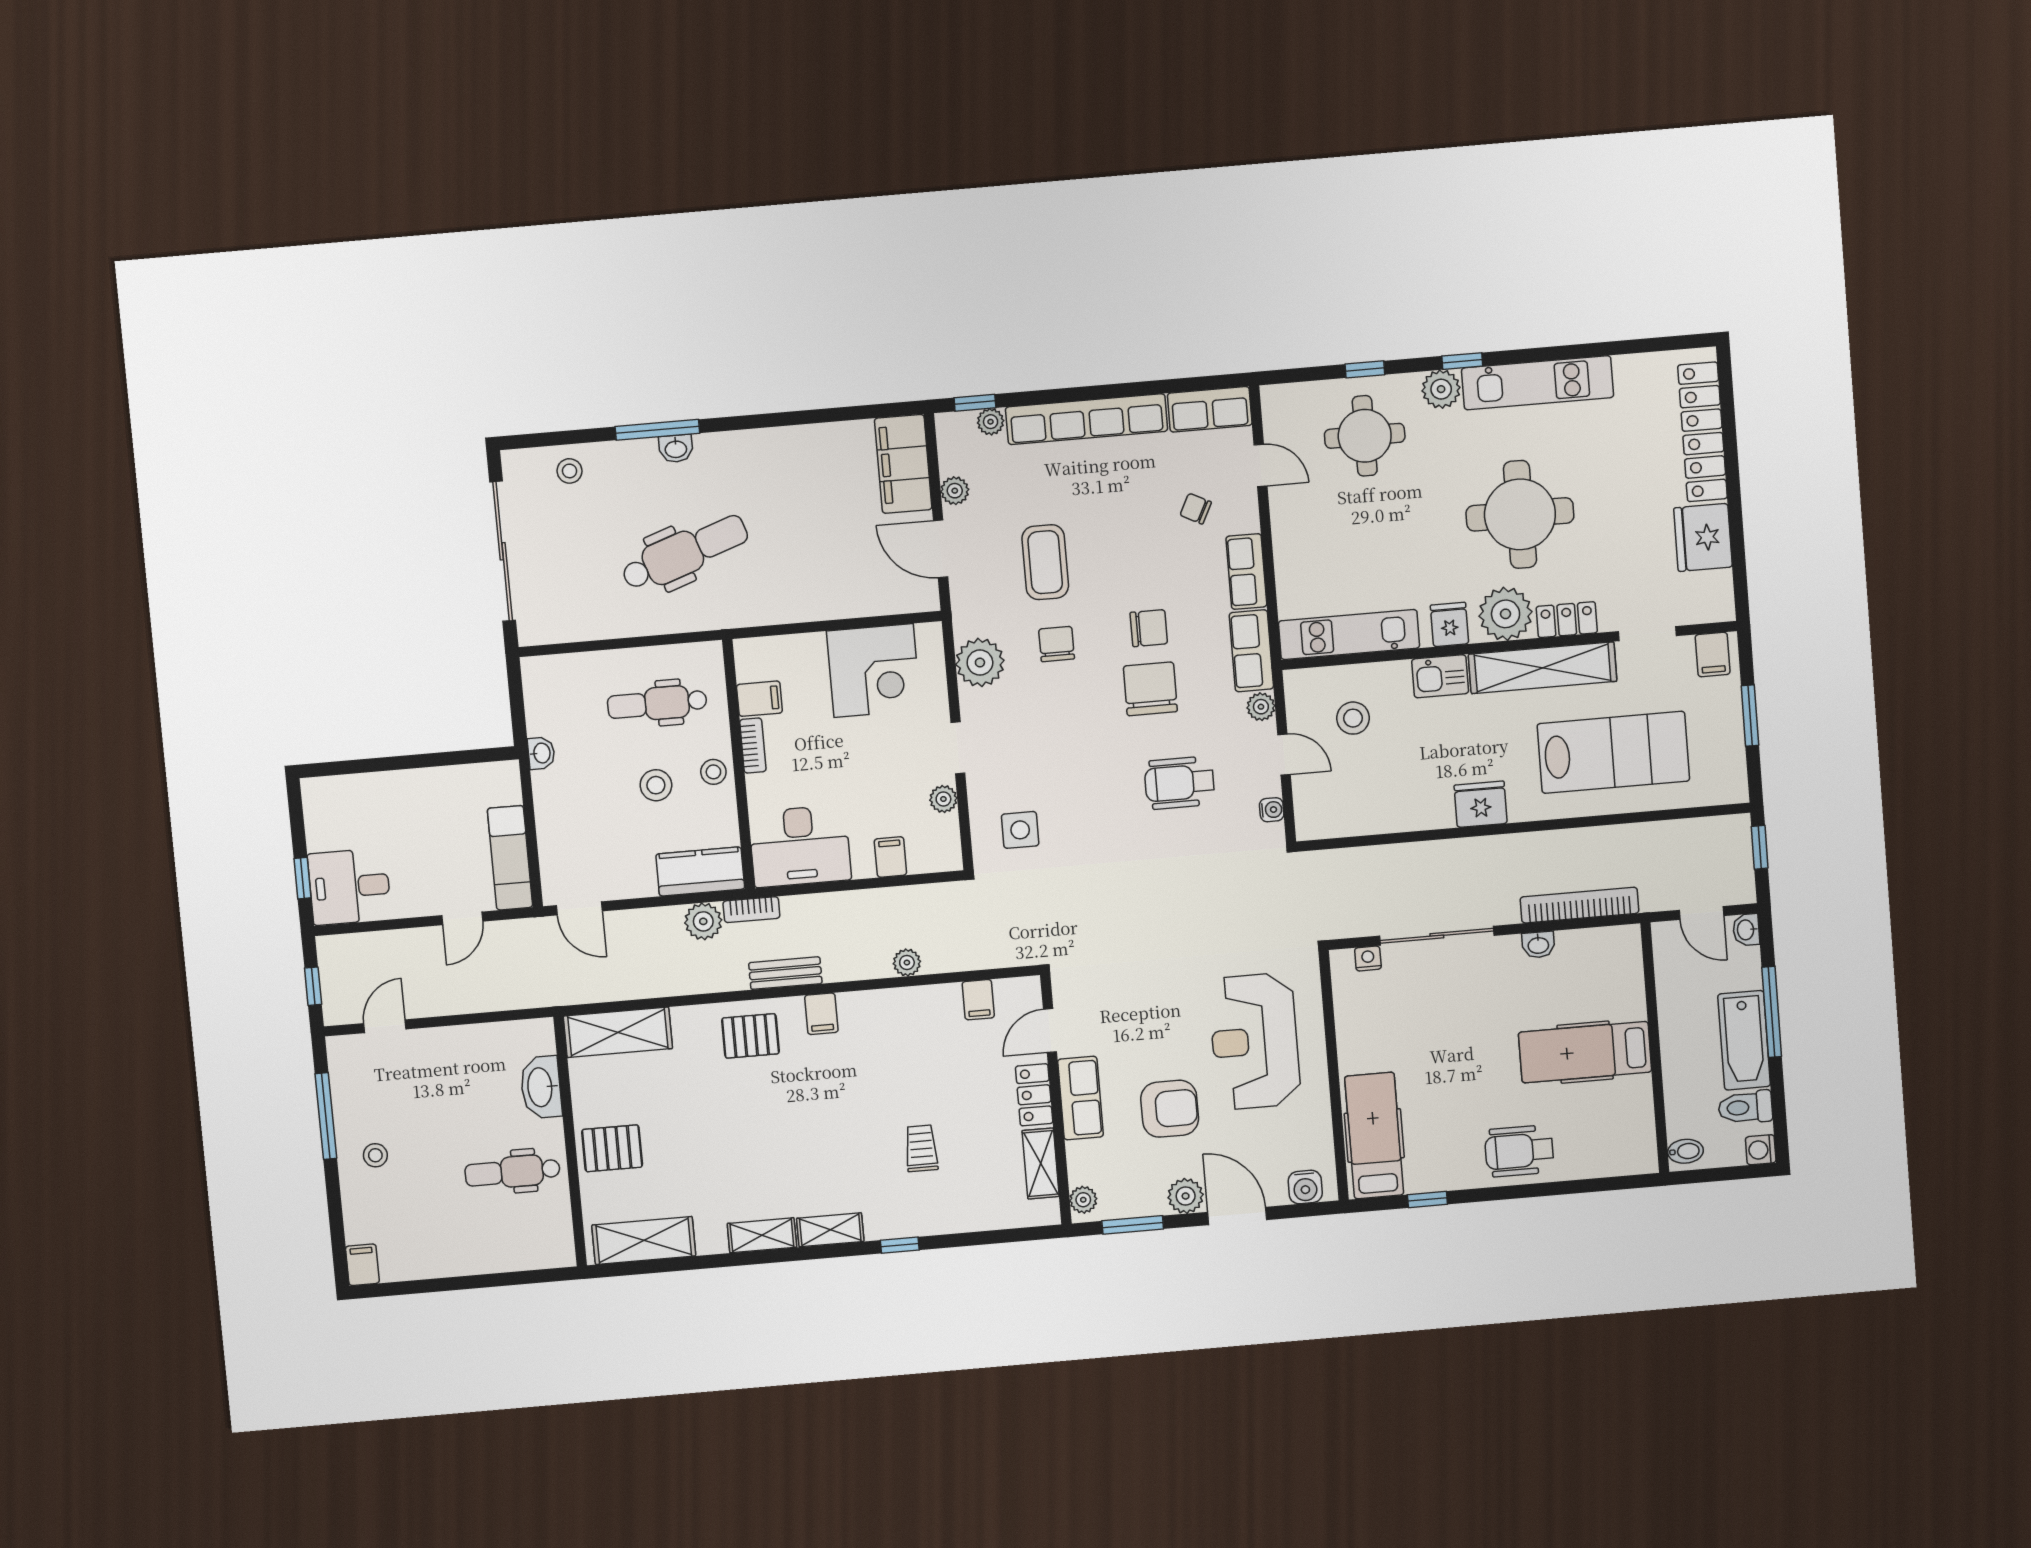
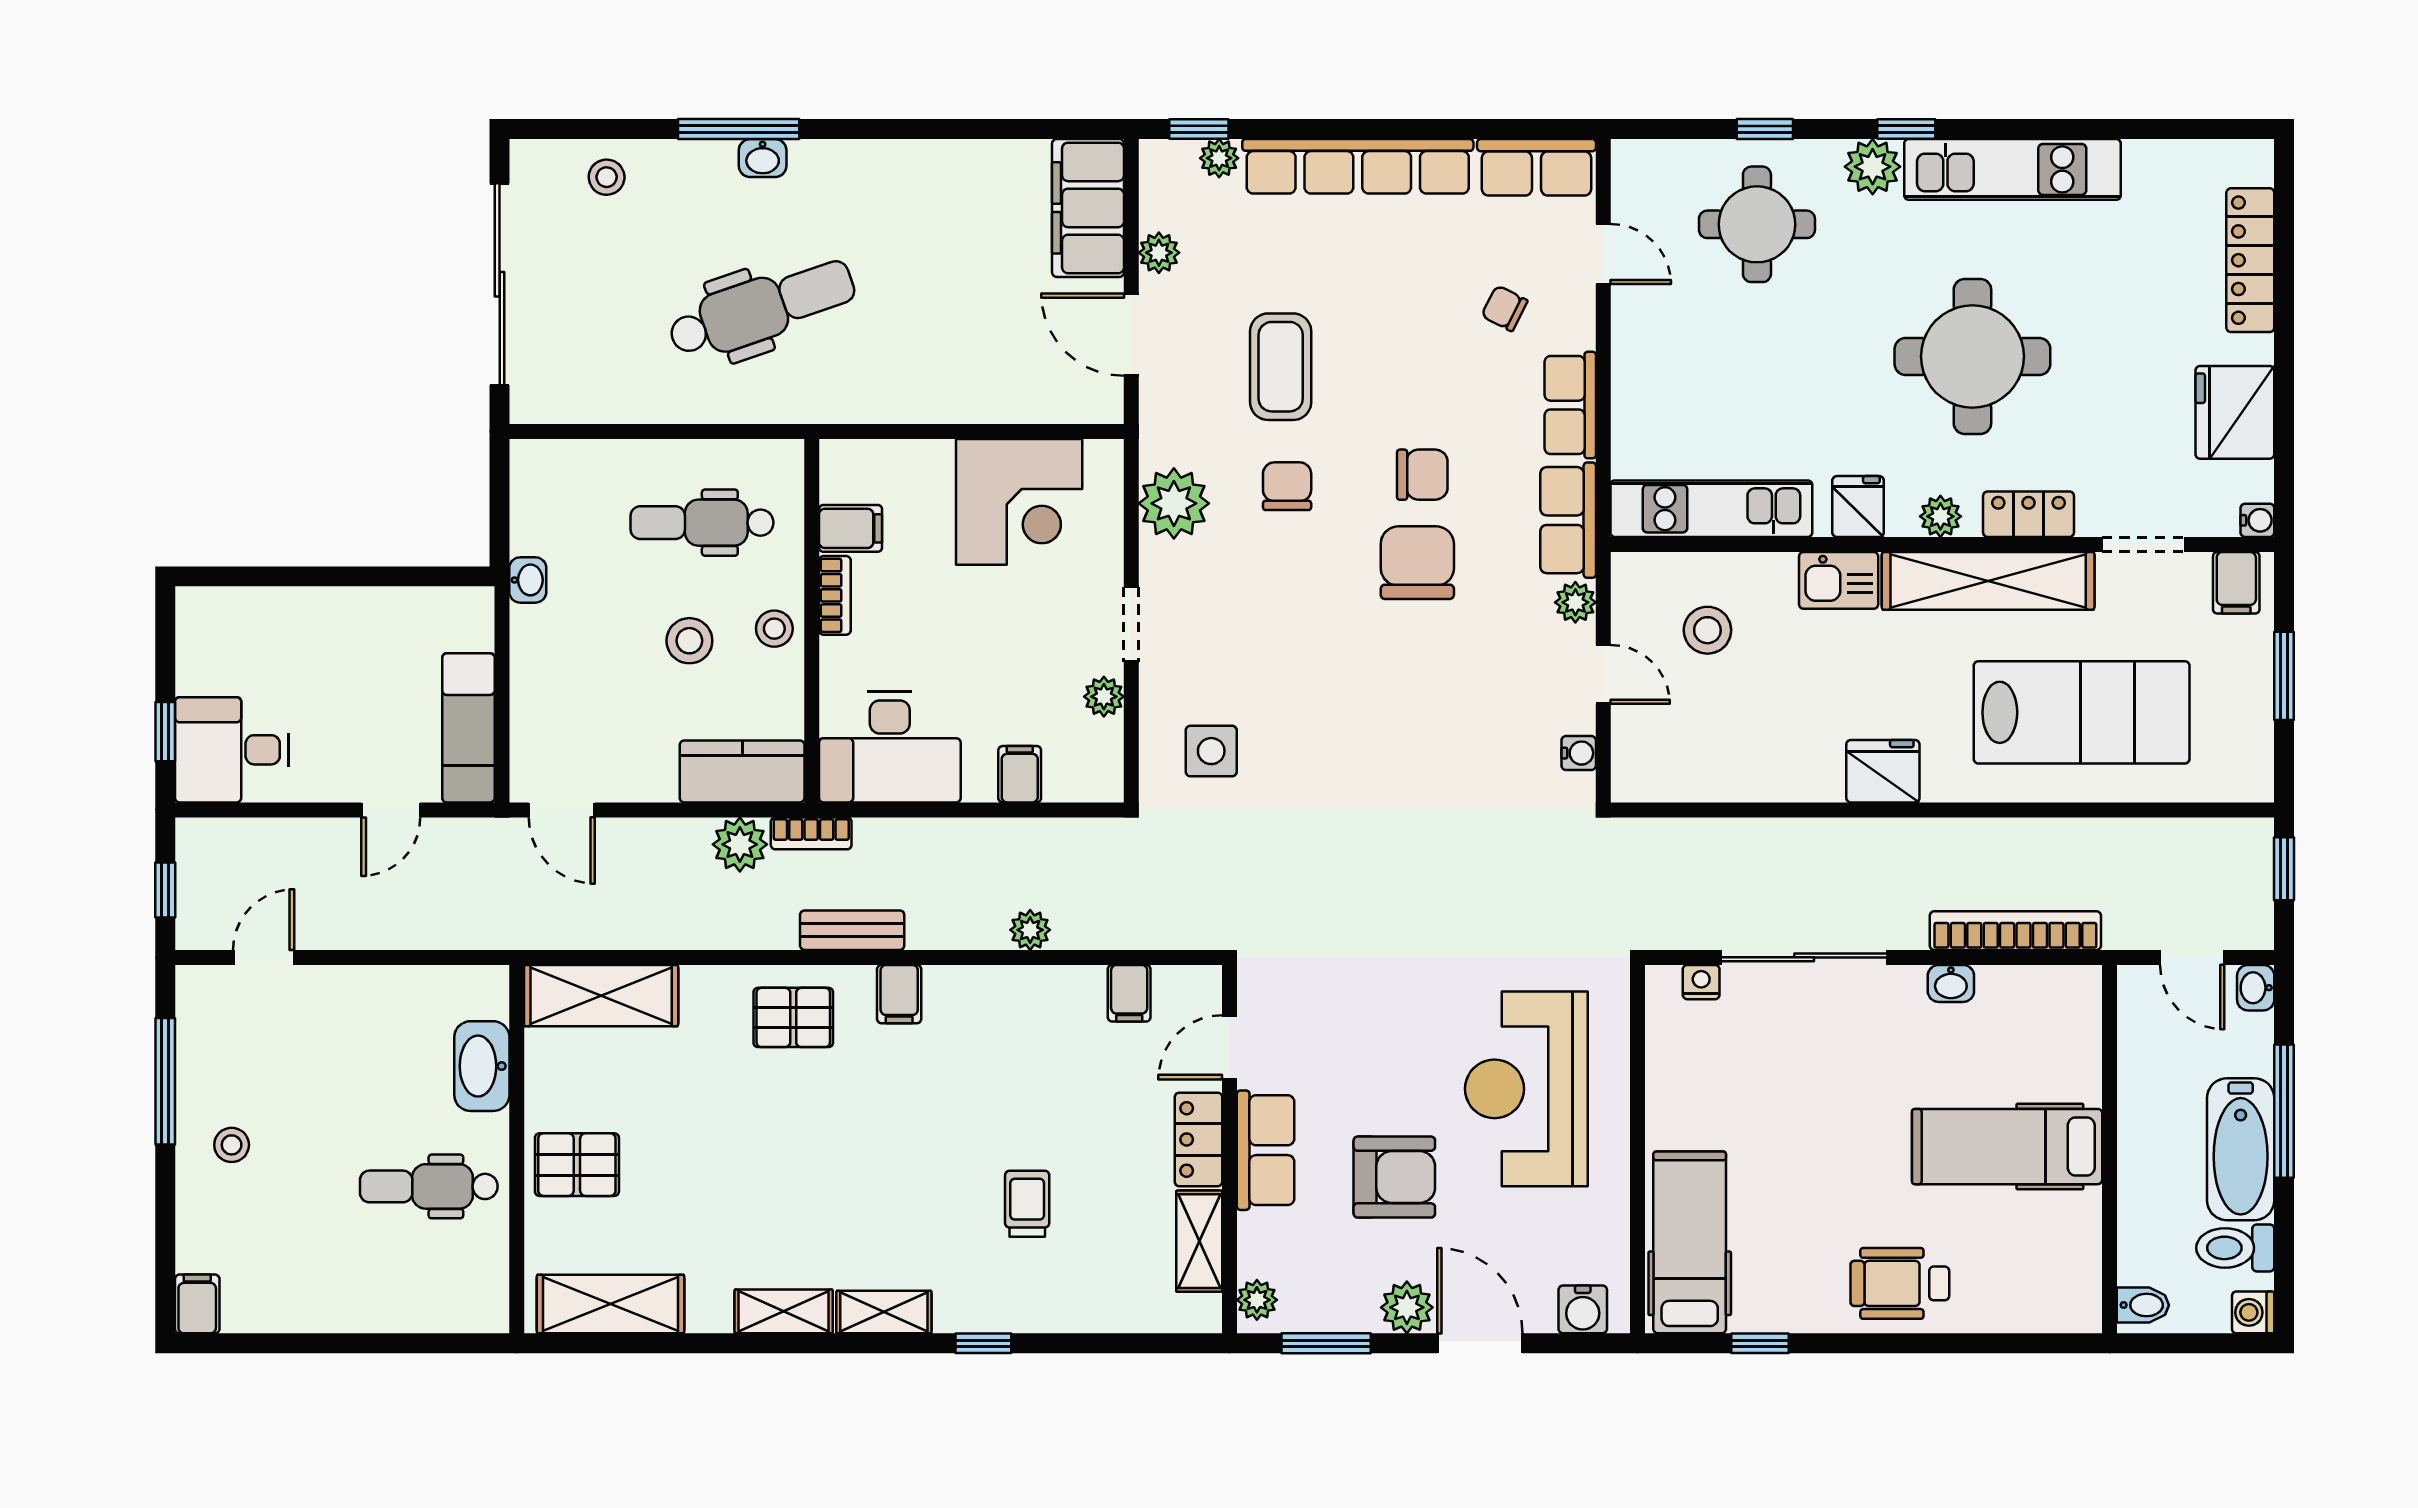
locker: (1702, 432) -> (2250, 260), width x0.71, depth x0.83
water cooler: (1724, 610) -> (2257, 520), added
plant: (1506, 614) -> (1940, 516), width x0.53, depth x0.53
wheelchair: (1180, 783) -> (1448, 702), removed

